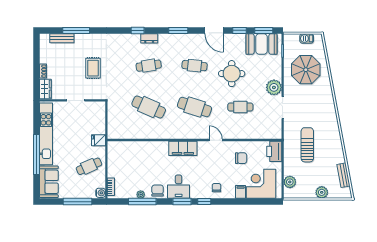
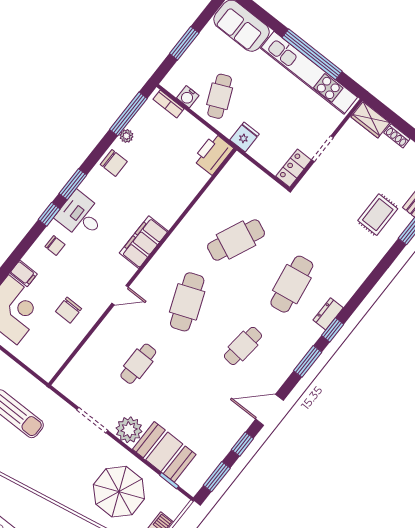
window: (138, 30) -> (333, 330), moved
booth: (262, 44) -> (164, 452), moved, turned 90
cafe table: (149, 66) -> (292, 284), width x1.37, depth x1.35
rug: (93, 68) -> (378, 215), moved, turned 90
round table: (232, 74) -> (193, 388), removed
locker: (95, 107) -> (294, 168), added
cafe table: (195, 107) -> (187, 302), turned -39
printer: (274, 151) -> (213, 154), moved, turned -90
window: (36, 155) -> (312, 54), moved
desk: (179, 187) -> (81, 216), moved
water cooler: (101, 193) -> (188, 97), moved
window: (78, 202) -> (184, 43), width x0.69
window: (142, 202) -> (128, 114), moved

